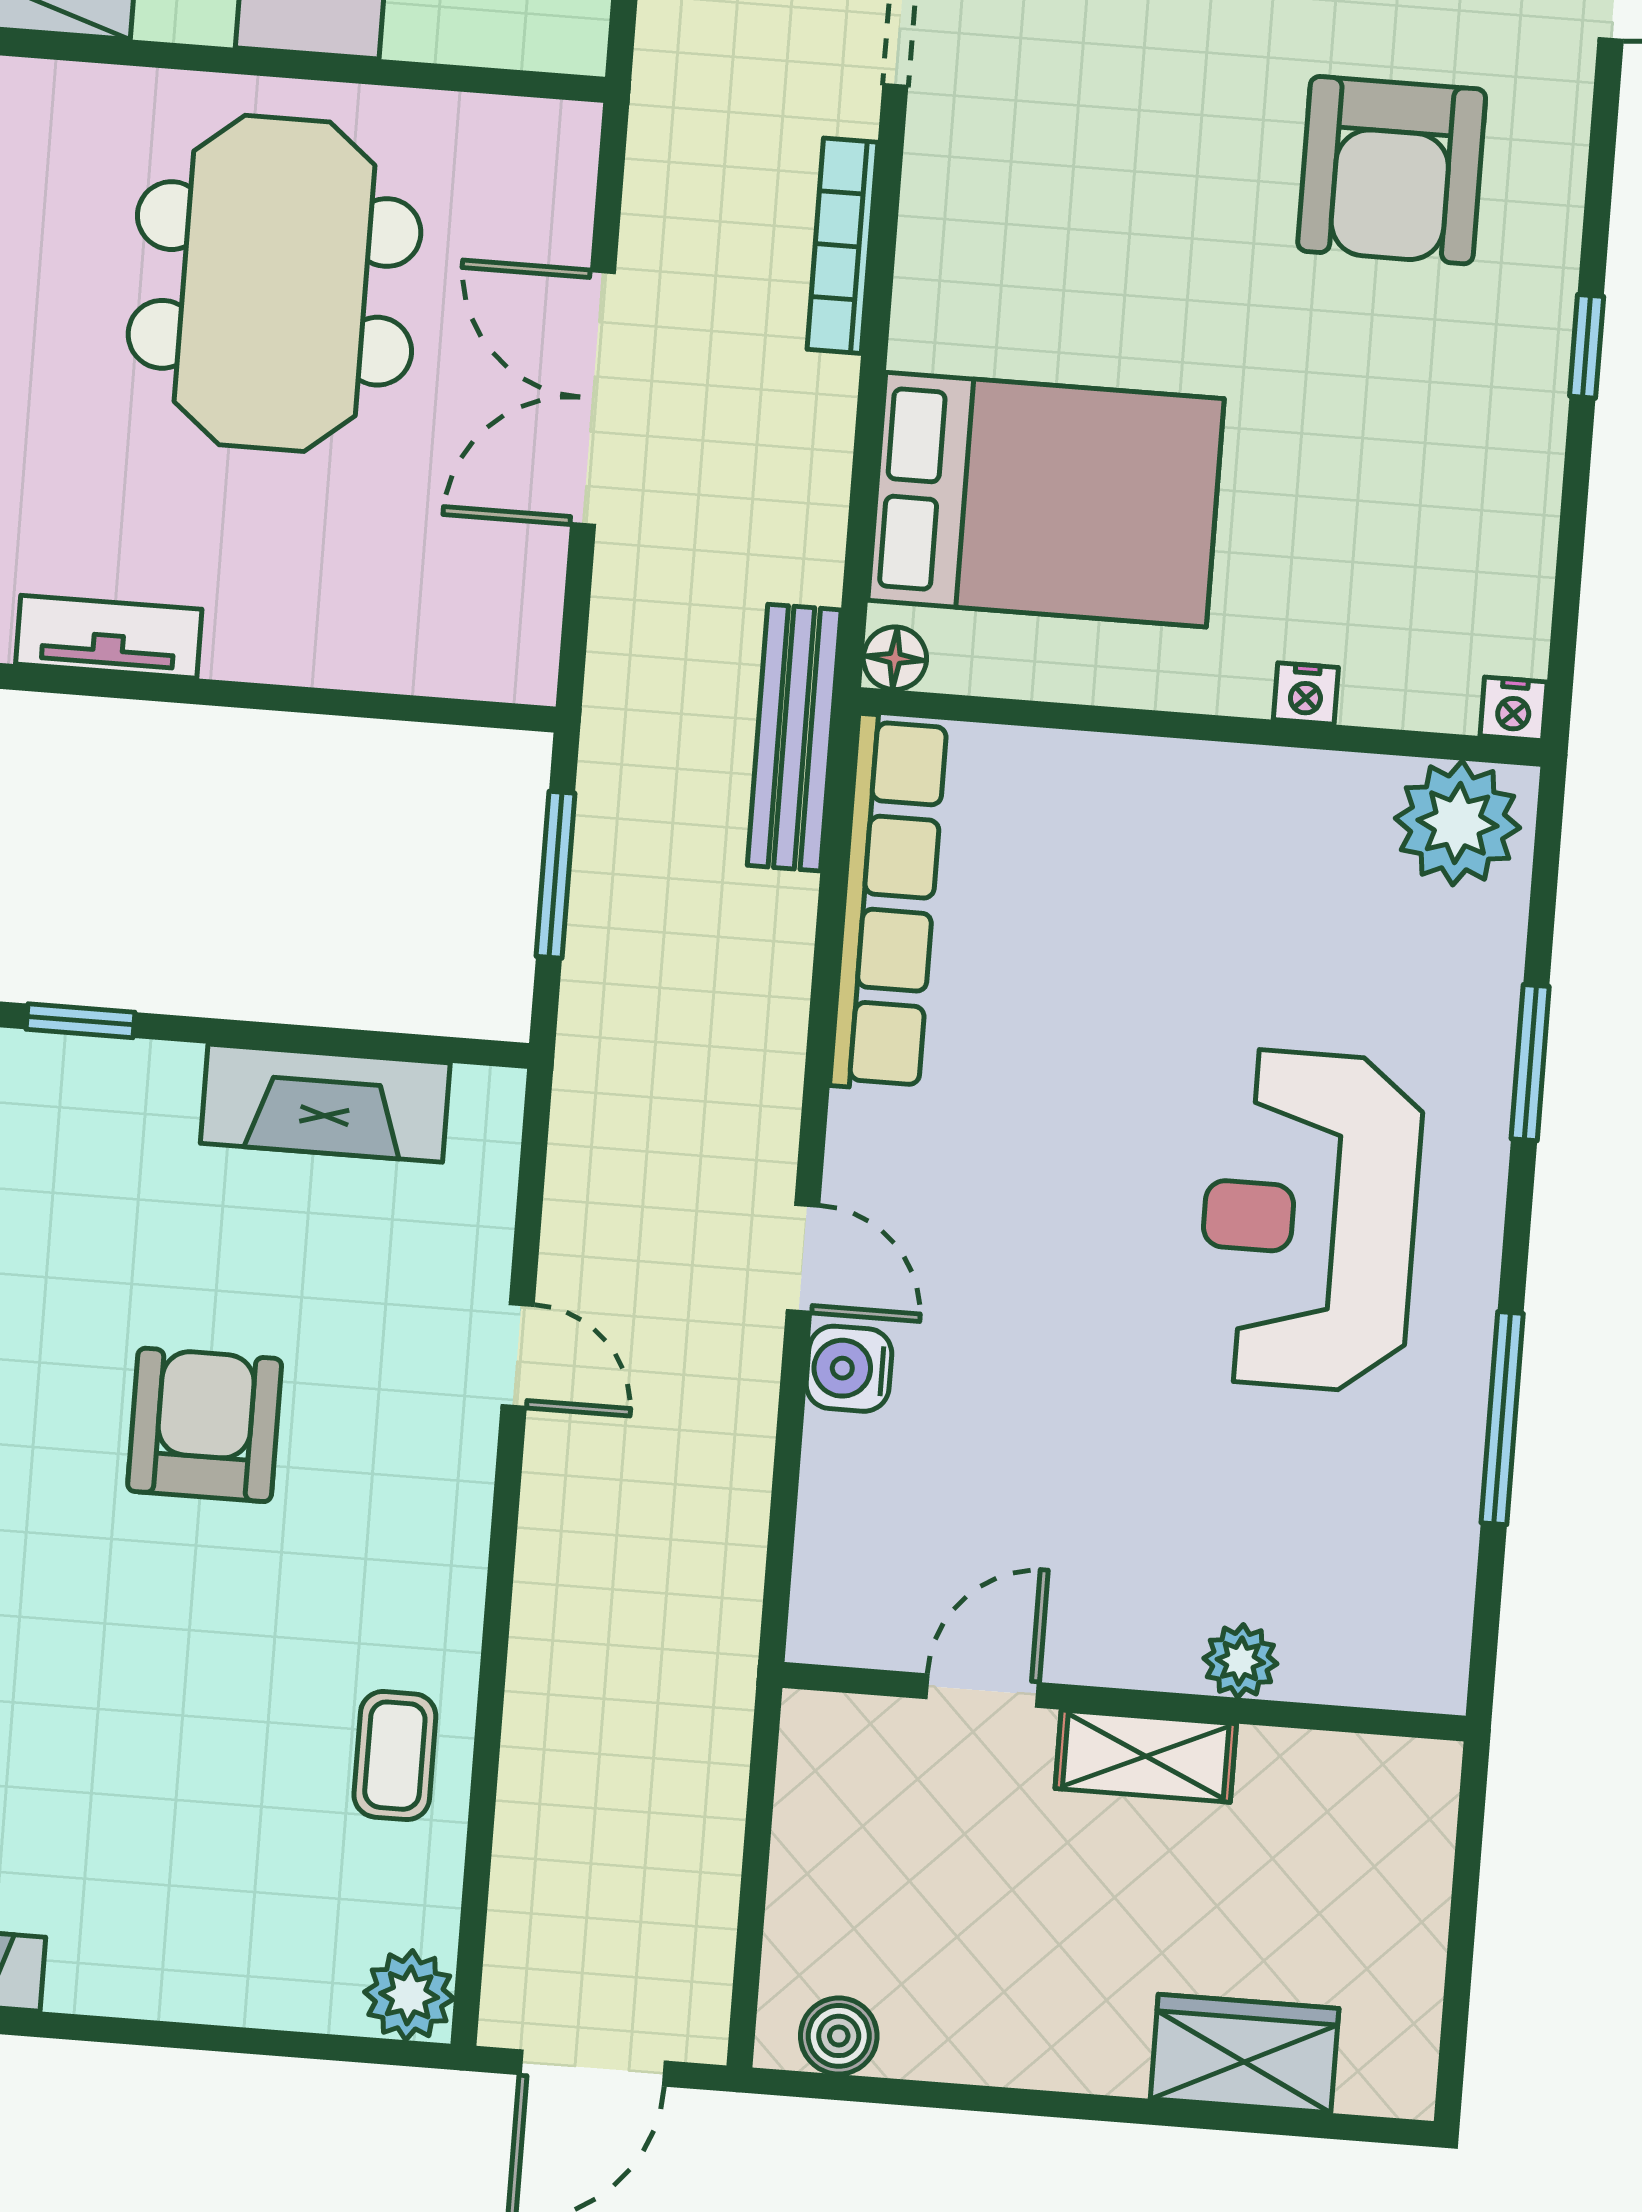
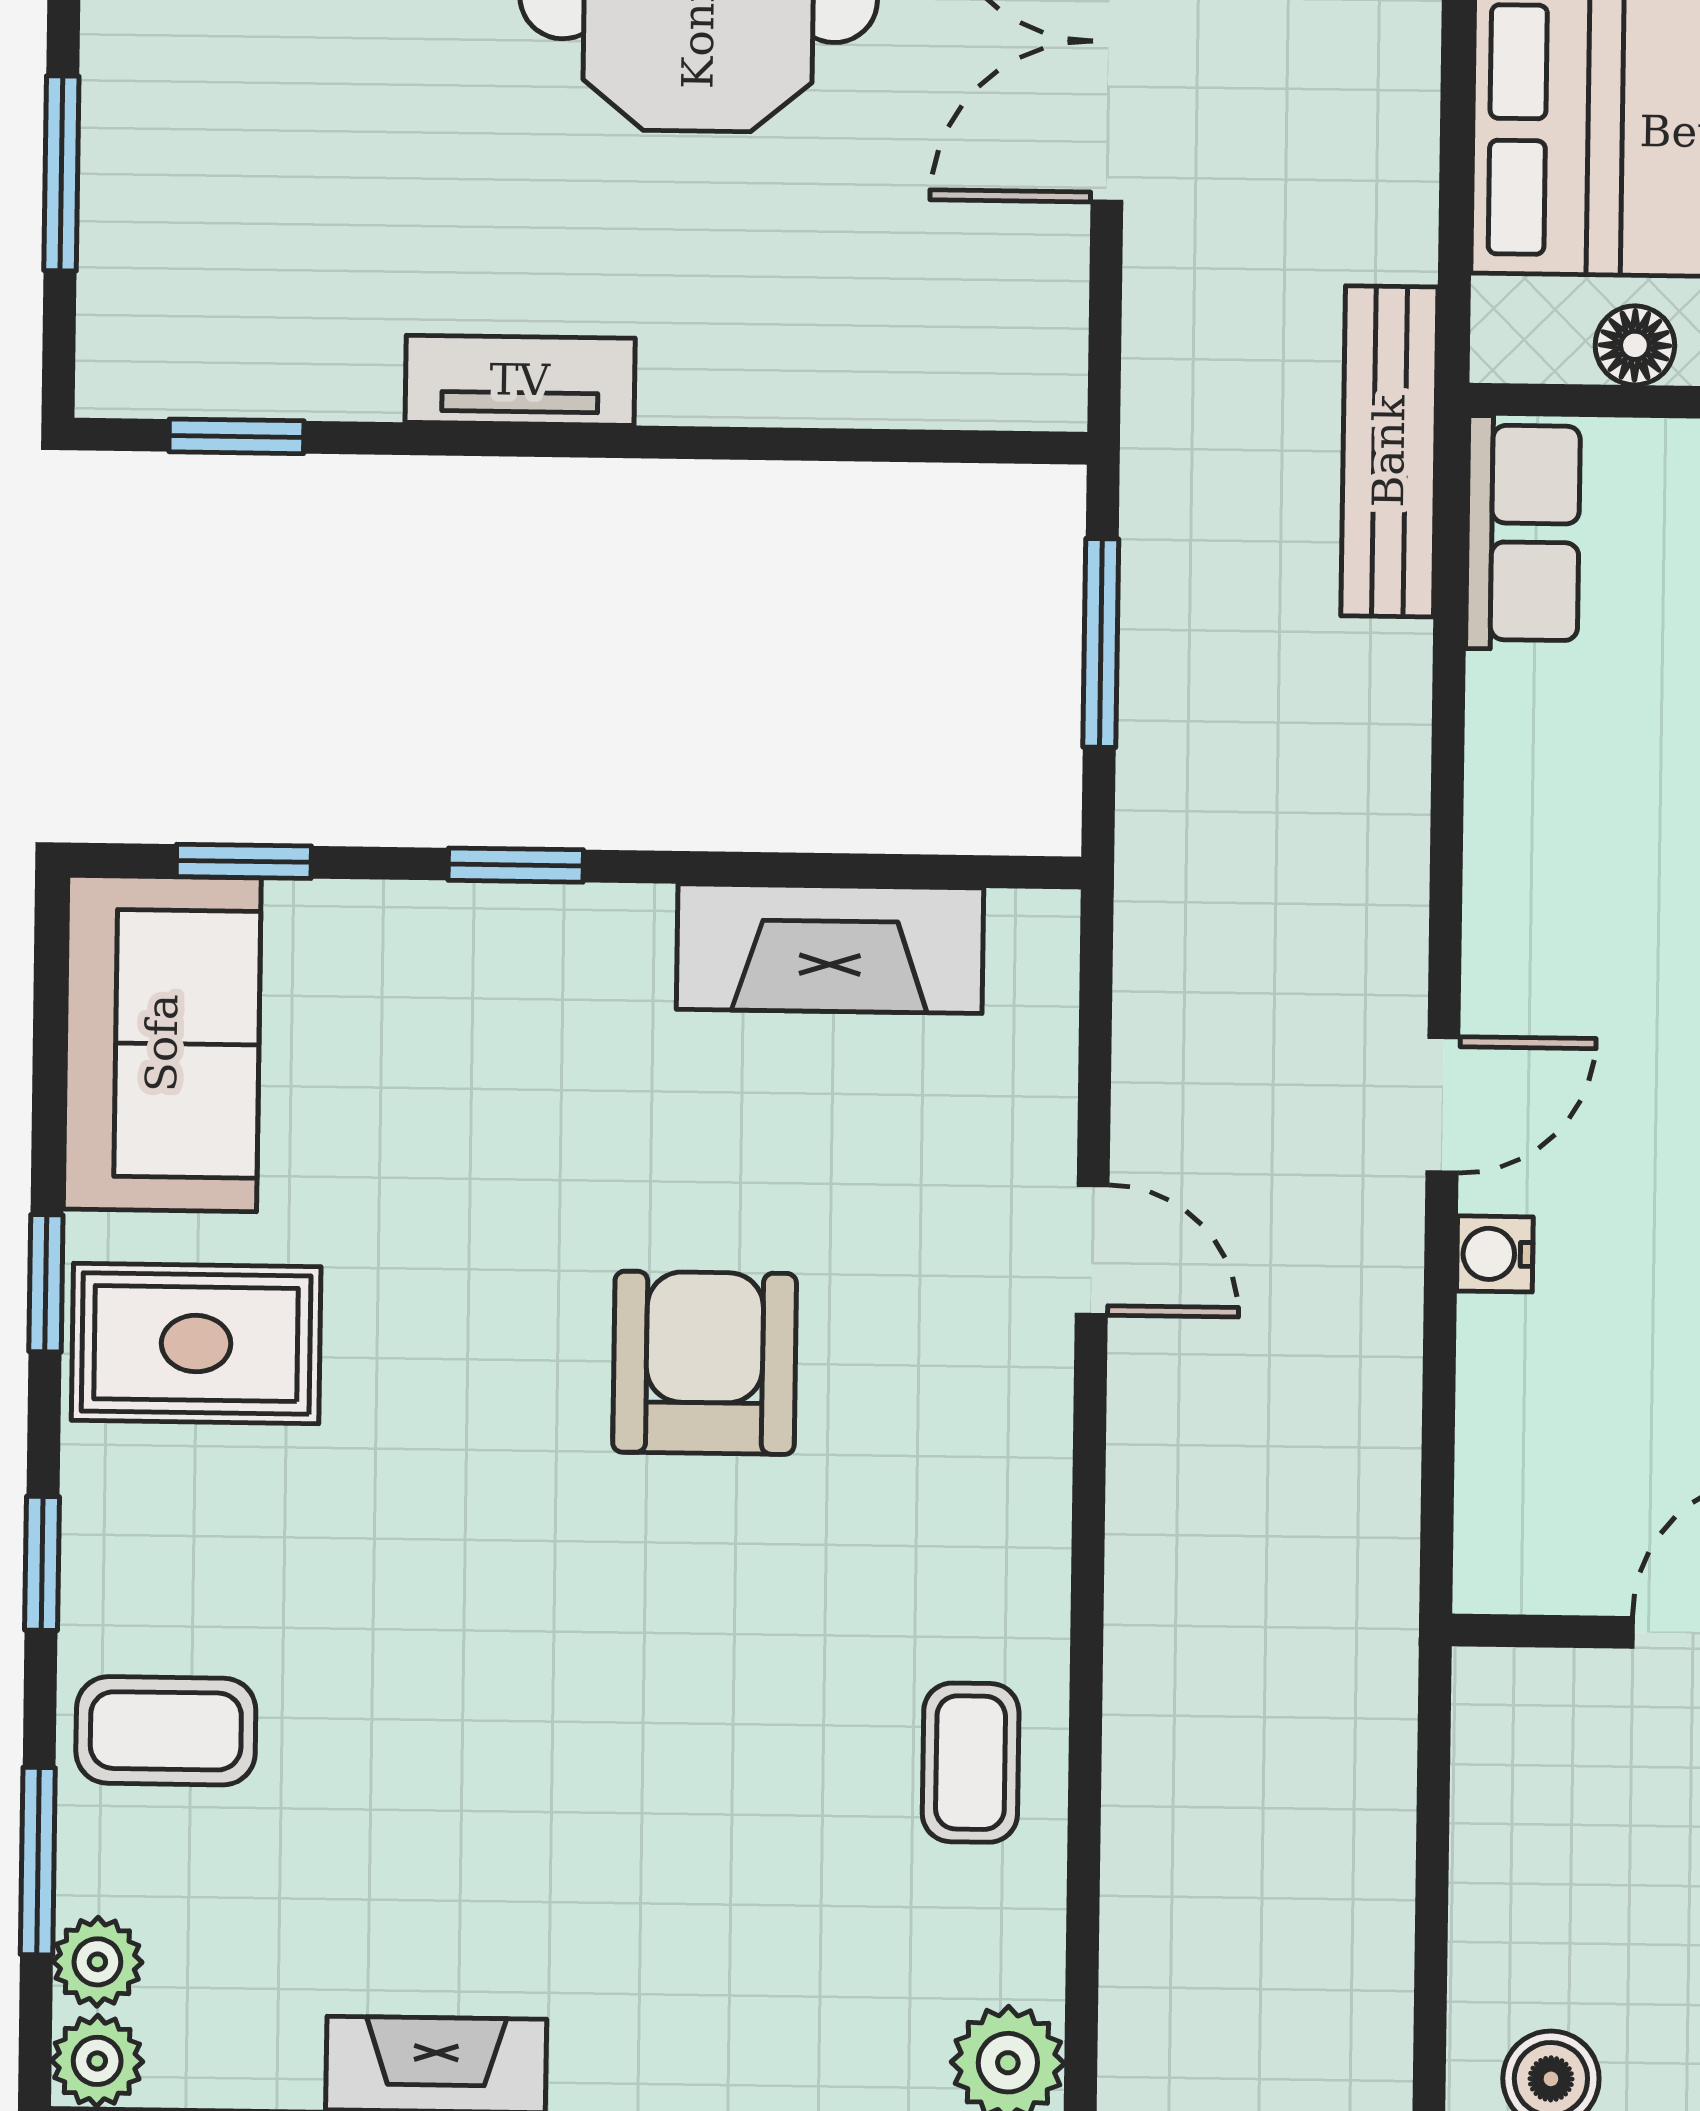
floor lamp: (895, 658) -> (1635, 345), moved
row of seats: (888, 903) -> (1523, 533), width x0.50
door: (803, 1258) -> (1443, 1105), hinge flipped
water cooler: (849, 1369) -> (1495, 1254), width x0.72, depth x0.72

